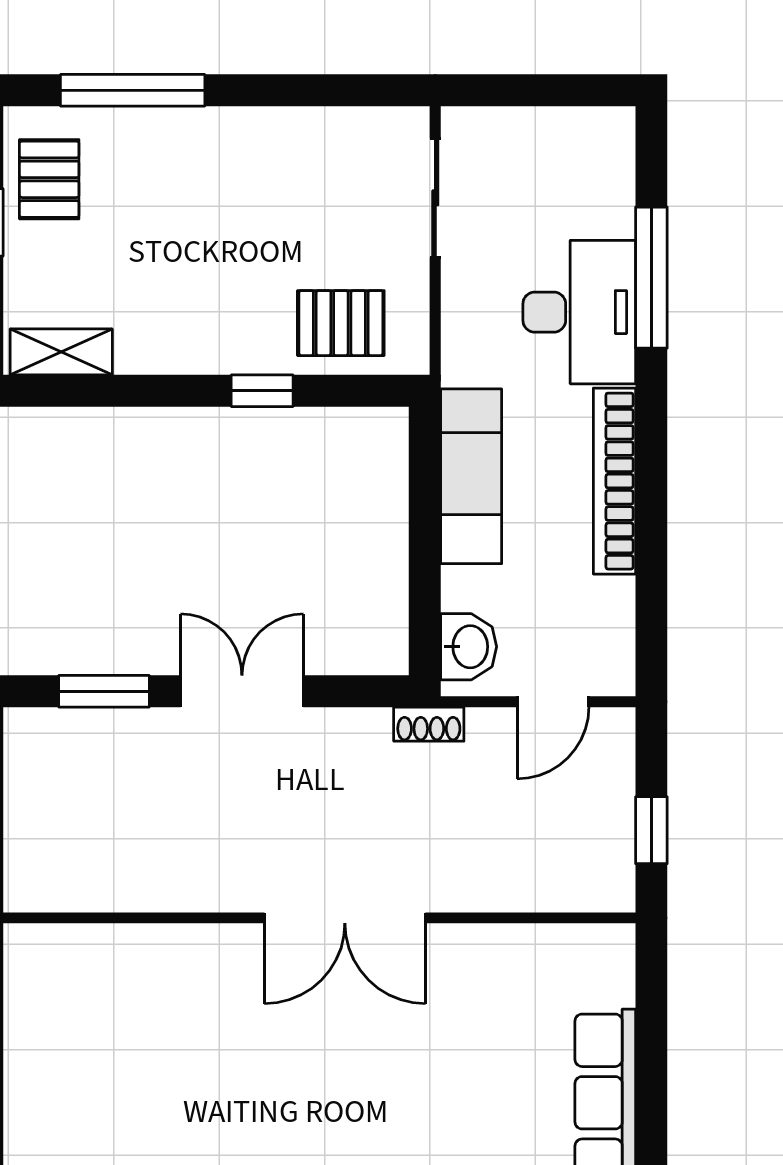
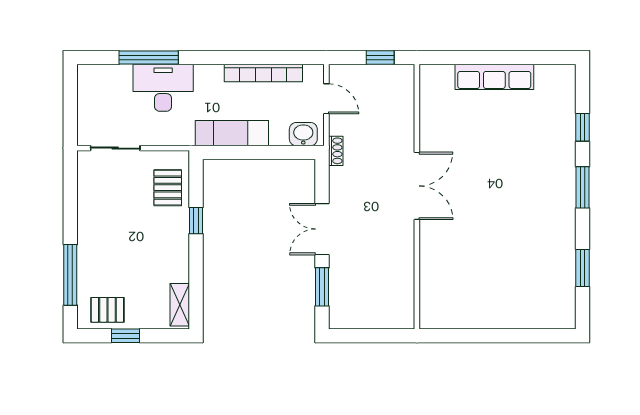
bookcase: (614, 481) -> (263, 73), moved

